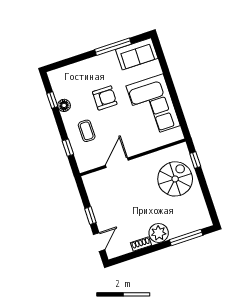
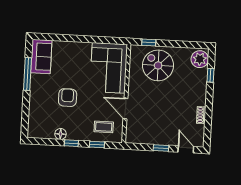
window: (52, 100) -> (71, 143), moved
corner sofa: (153, 106) -> (109, 68), moved, turned 90
coffee table: (87, 131) -> (104, 127), moved
plant: (159, 233) -> (200, 59), moved
window: (186, 237) -> (210, 75), width x0.46

